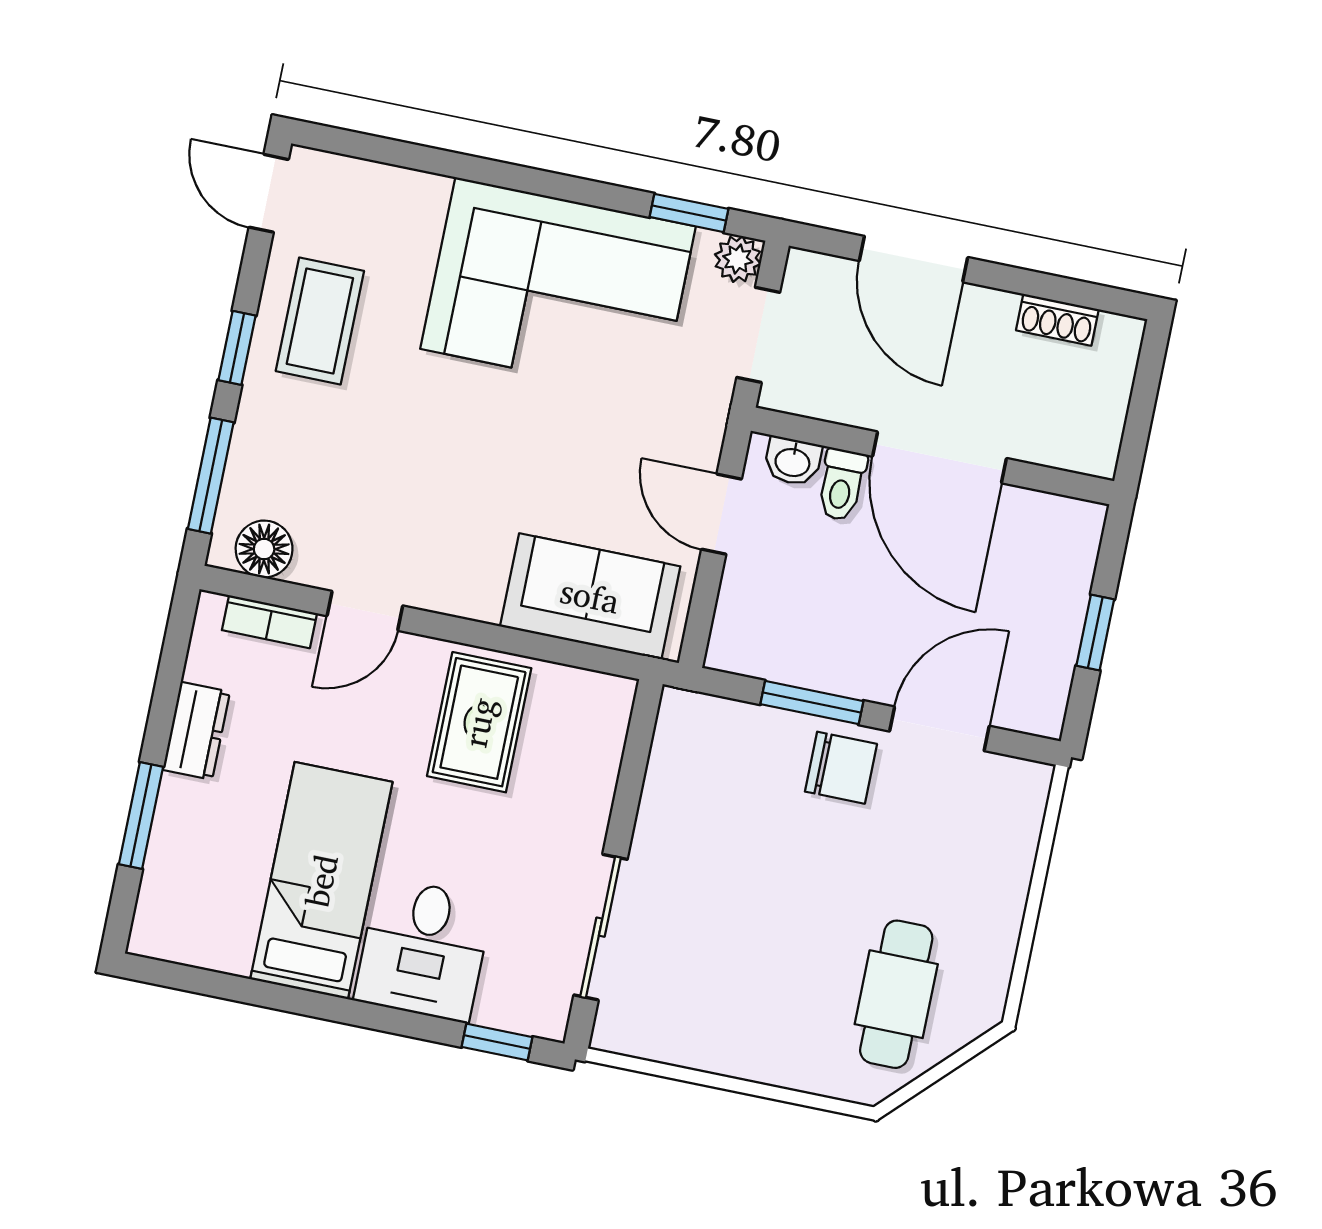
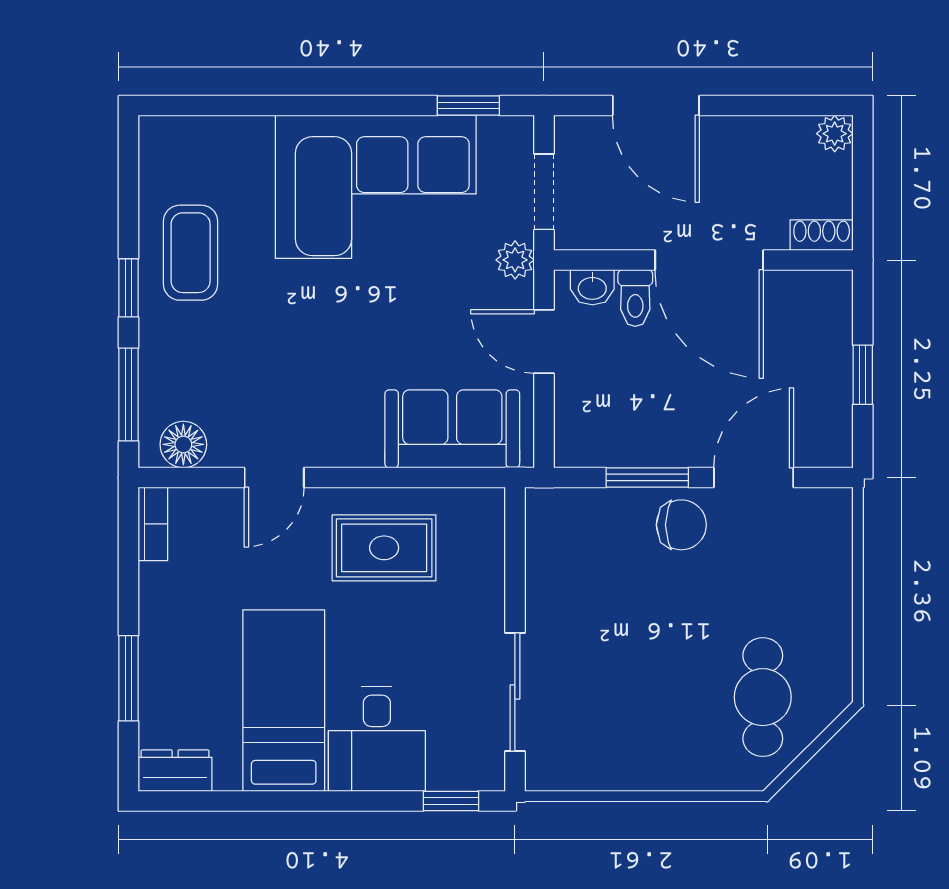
door: (269, 193) -> (129, 159), removed
plant: (738, 259) -> (515, 260), moved
shoe rack: (1057, 320) -> (822, 235), moved, turned 180
plant: (1121, 337) -> (835, 134), added
bookcase: (269, 622) -> (153, 524), moved, turned -90
rug: (479, 722) -> (384, 548), turned 90
dresser: (196, 731) -> (175, 771), moved, turned -90

